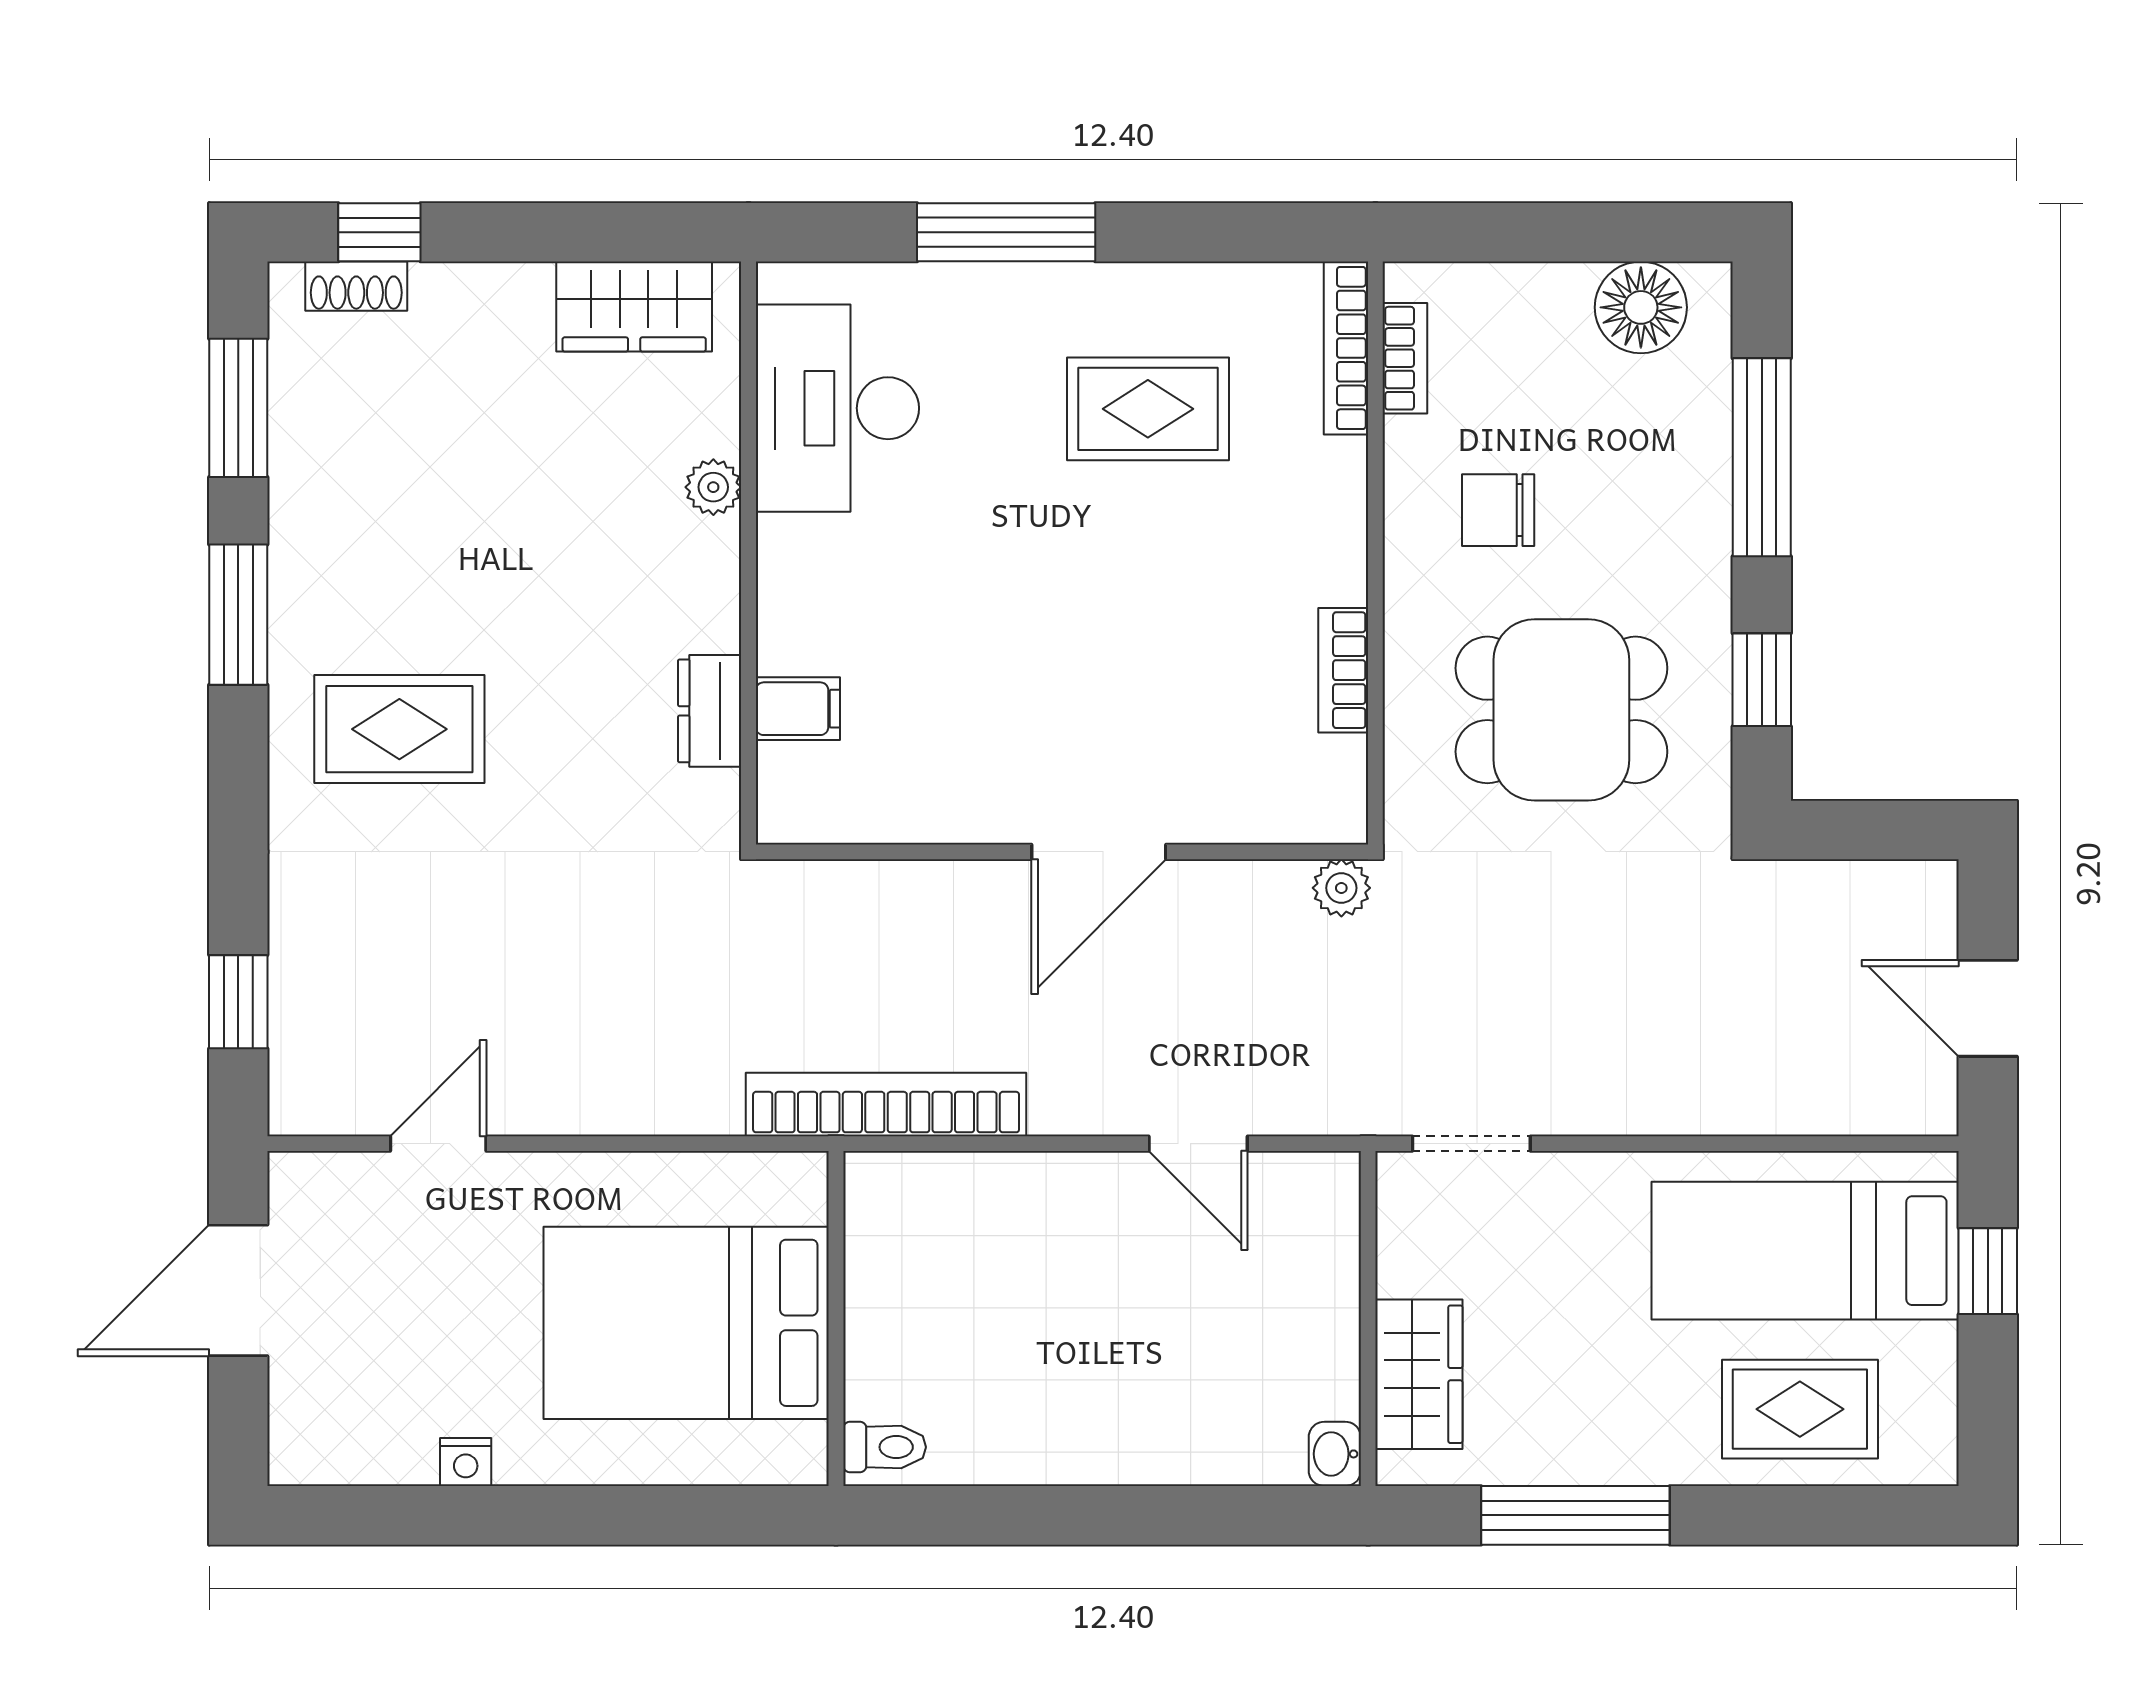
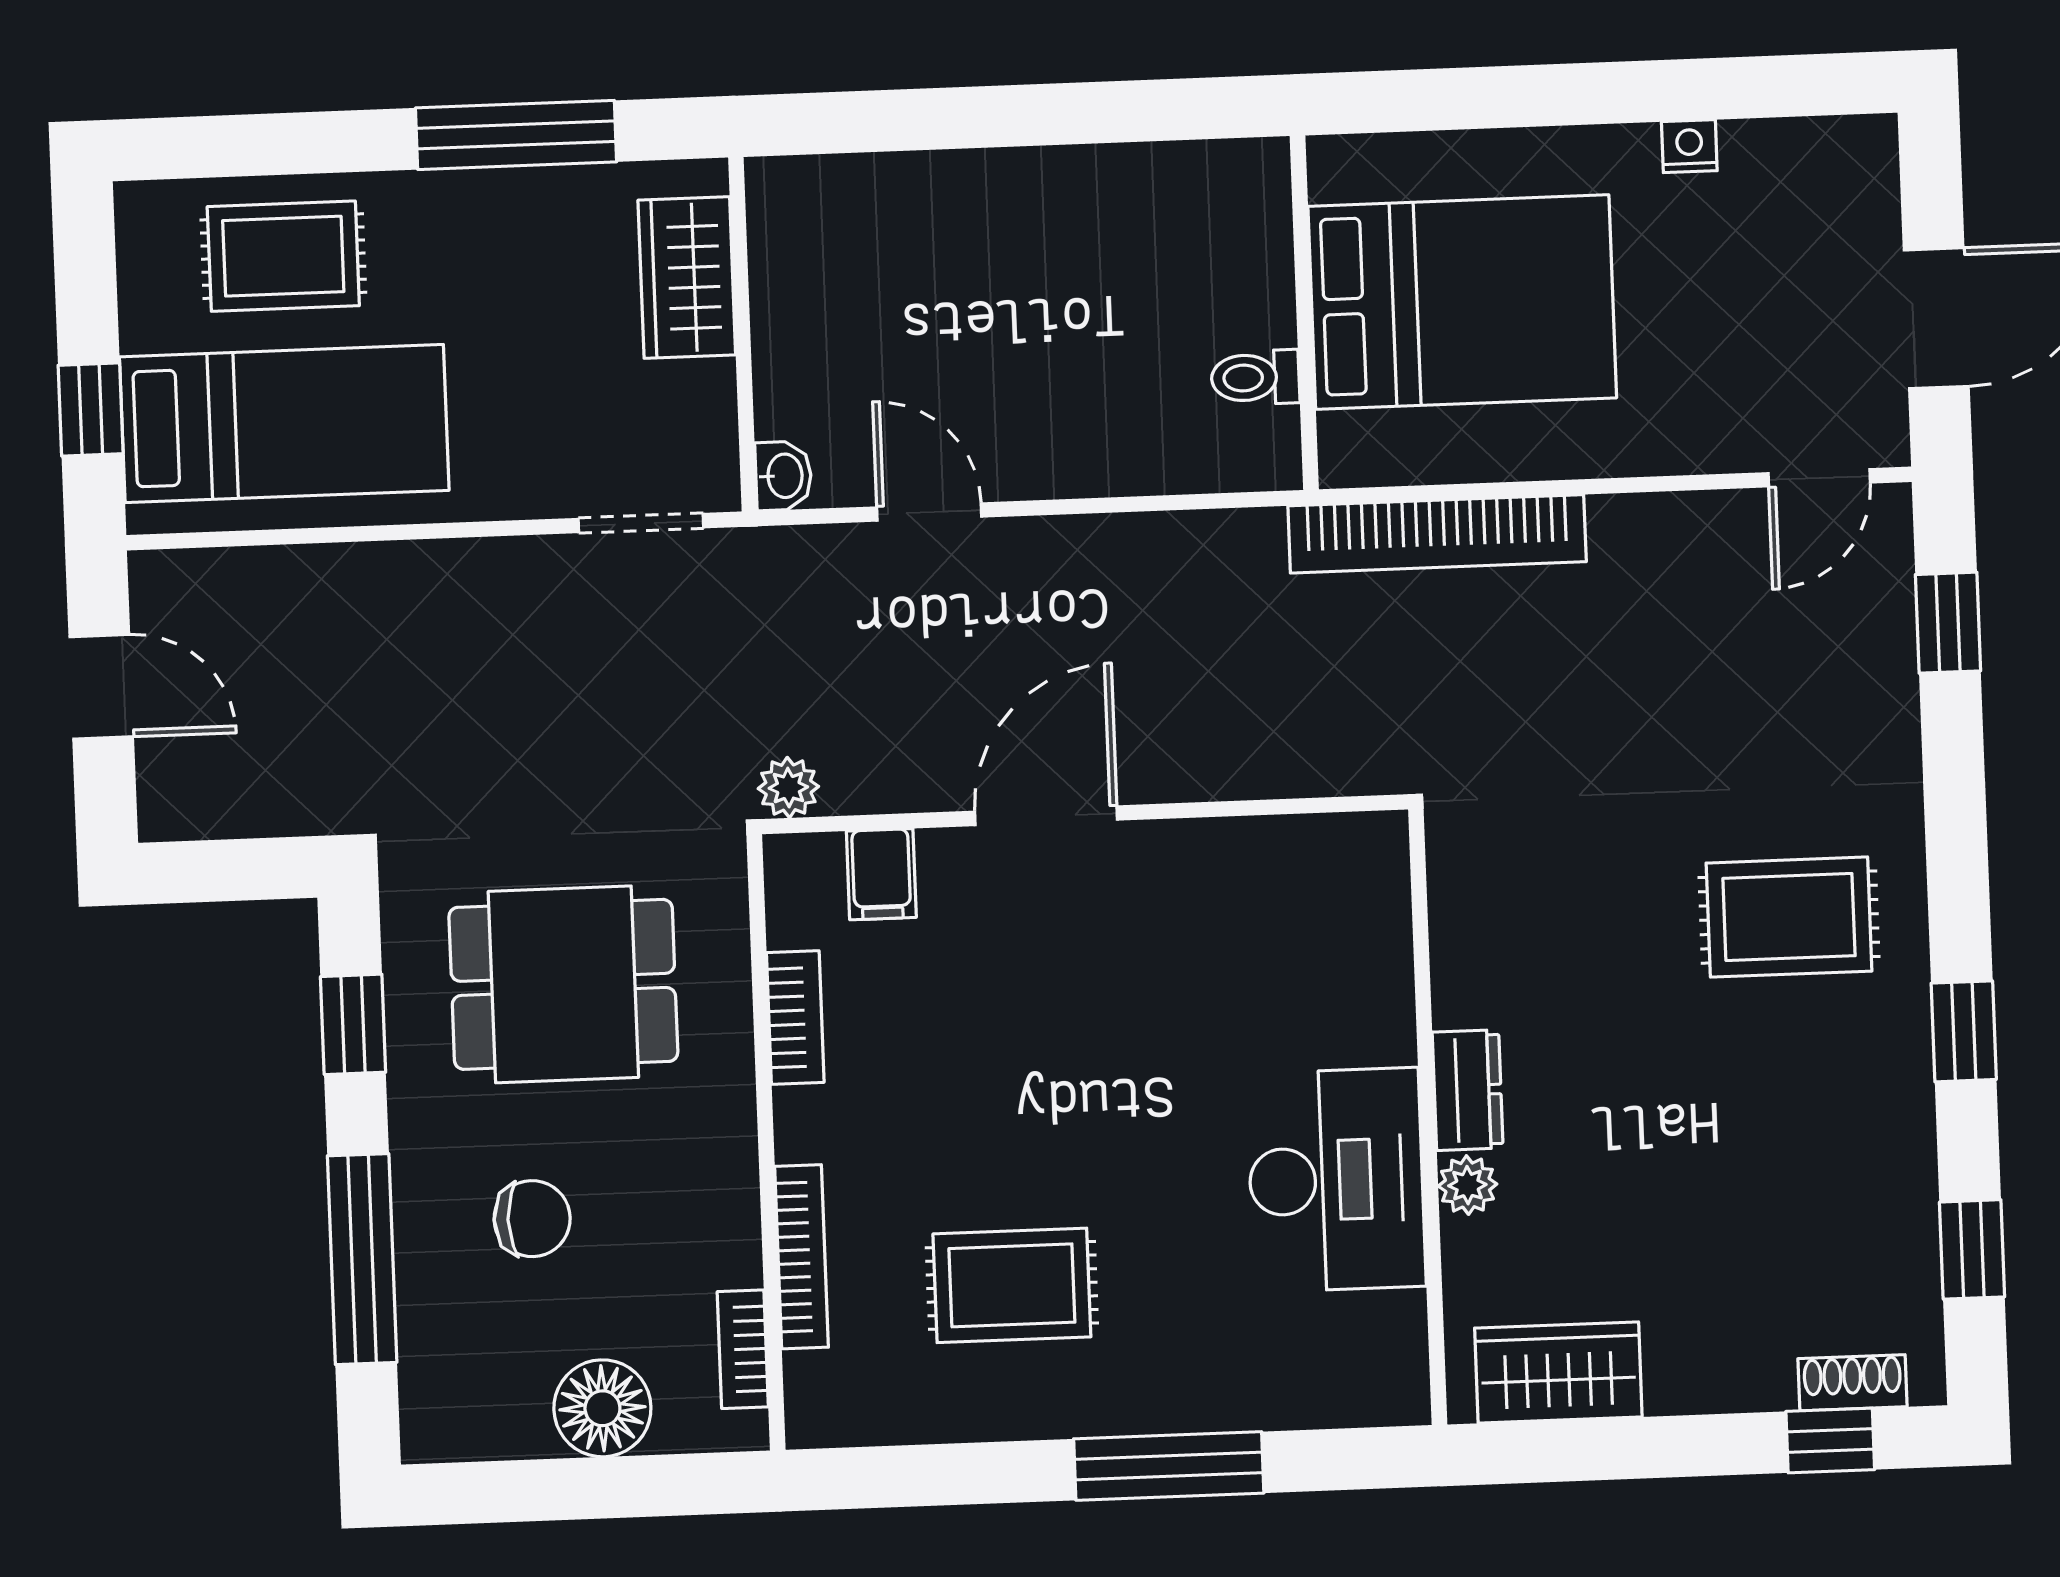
floor lamp: (1641, 307) -> (602, 1408), moved
bookcase: (1346, 348) -> (801, 1257), moved
window: (238, 408) -> (1972, 1249), width x0.67
desk: (837, 408) -> (1336, 1180), moved
chair: (1498, 510) -> (532, 1219), moved
window: (238, 615) -> (1964, 1031), width x0.67
filing cabinet: (798, 709) -> (881, 874), moved, turned -90
dresser: (710, 711) -> (1468, 1090), moved
bookcase: (886, 1104) -> (1437, 534), moved
door: (438, 1144) -> (1819, 478), moved
toilet: (885, 1447) -> (1255, 378), moved
washbasin: (1335, 1454) -> (783, 476), moved

